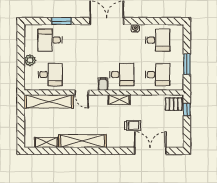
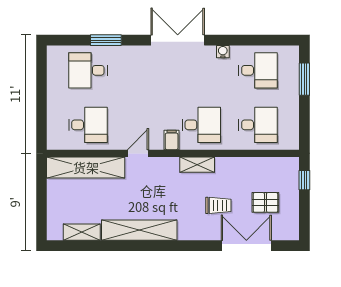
plant: (30, 60) -> (56, 102), removed
window: (187, 64) -> (304, 79), moved
door: (82, 93) -> (138, 153), swing flipped
pallet: (174, 104) -> (265, 202), moved

